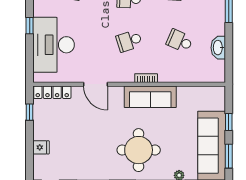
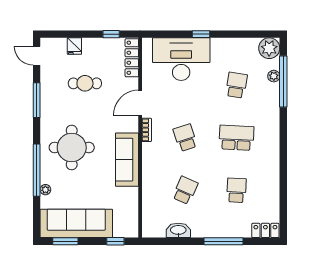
bookcase: (146, 78) -> (147, 130), moved
window: (229, 122) -> (115, 241), moved
cafe table: (77, 137) -> (85, 83), added

